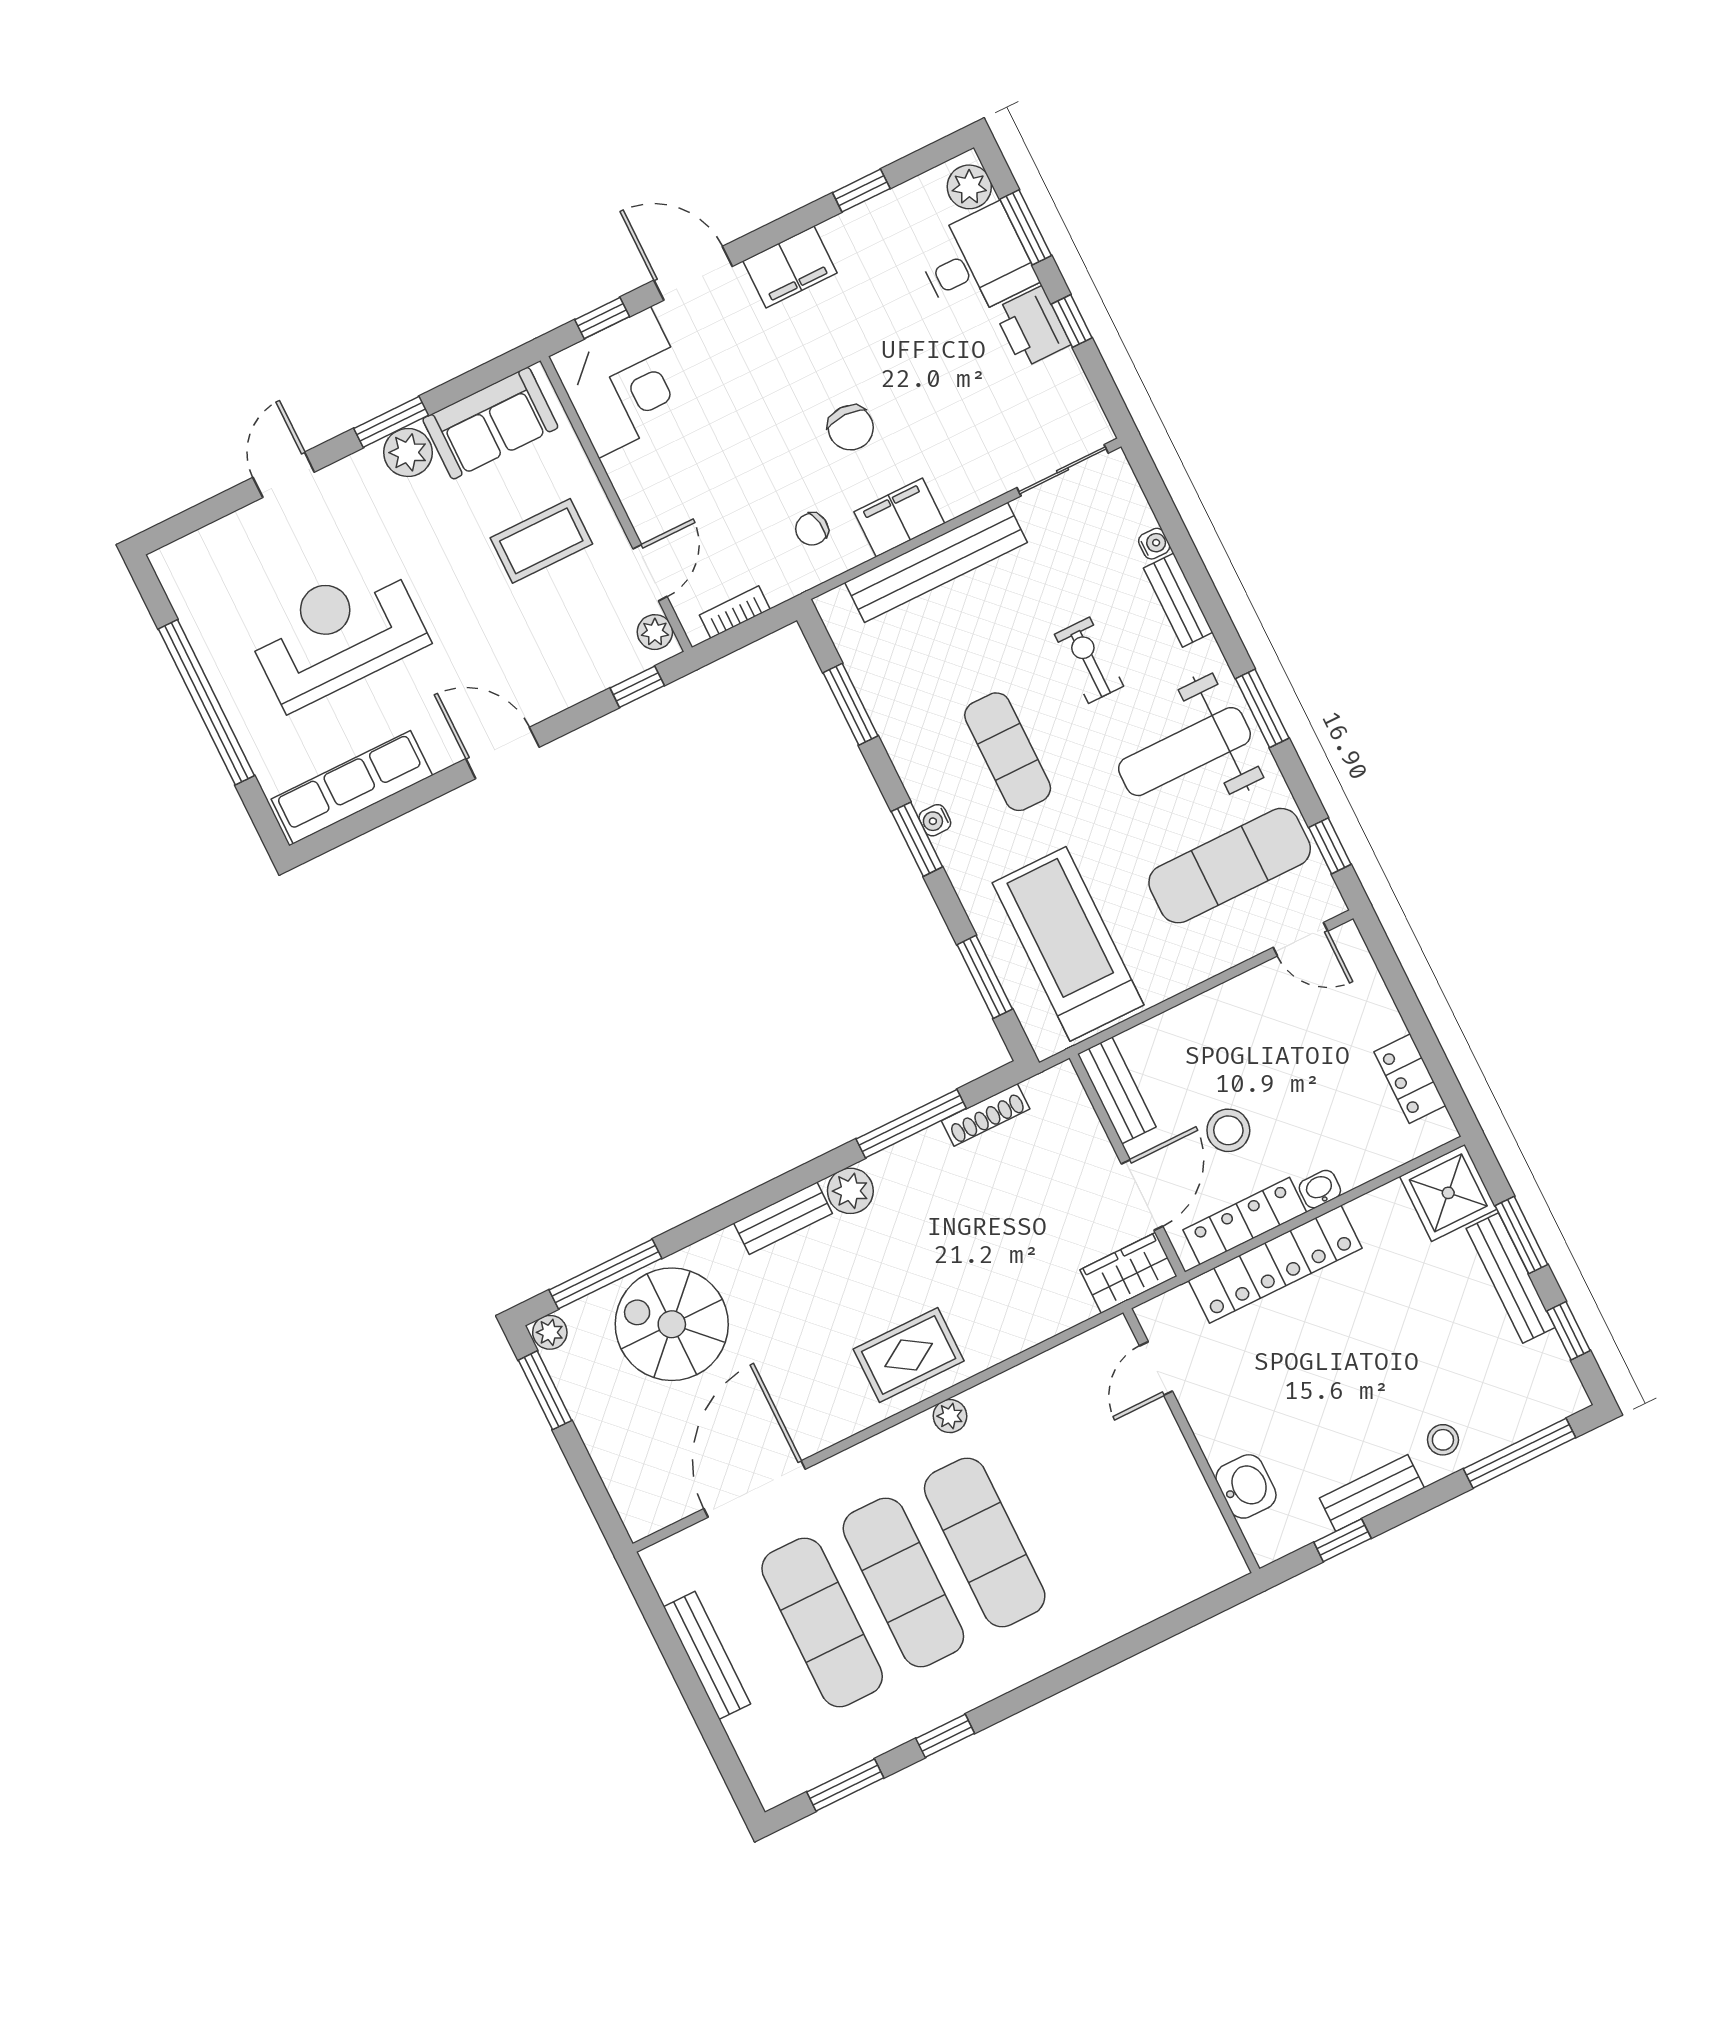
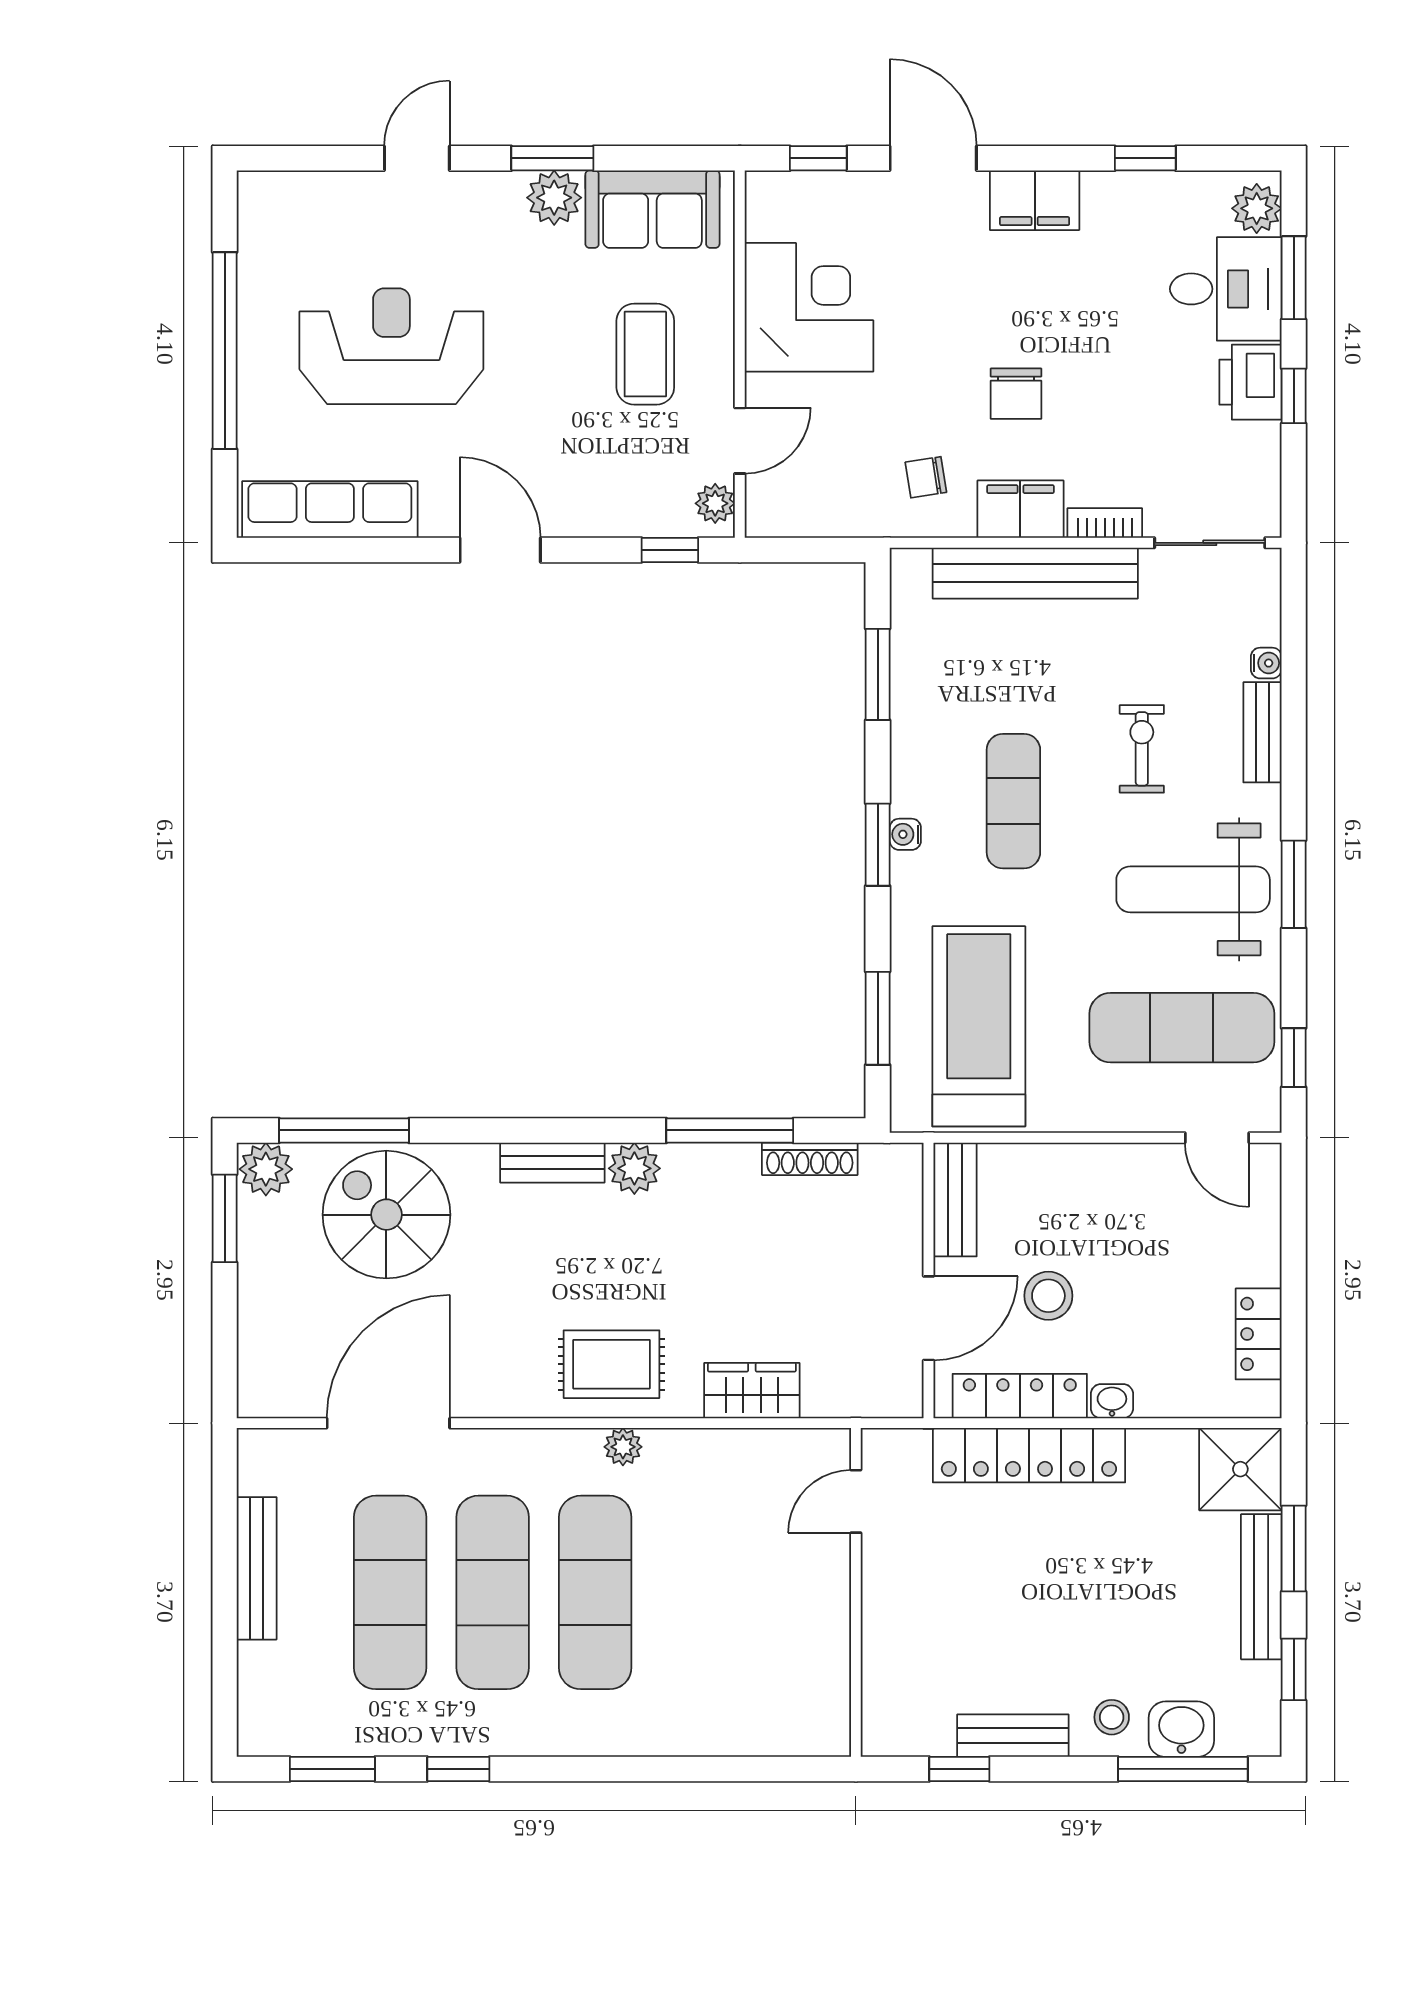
corner desk: (625, 382) -> (809, 307), moved, turned -90
coffee table: (541, 541) -> (645, 354), turned 90
bookcase: (735, 612) -> (1105, 523), moved
wardrobe: (1128, 1273) -> (752, 1391), moved
plant: (550, 1332) -> (266, 1169), width x1.38, depth x1.38
washbasin: (1246, 1486) -> (1181, 1729), moved, turned -90

